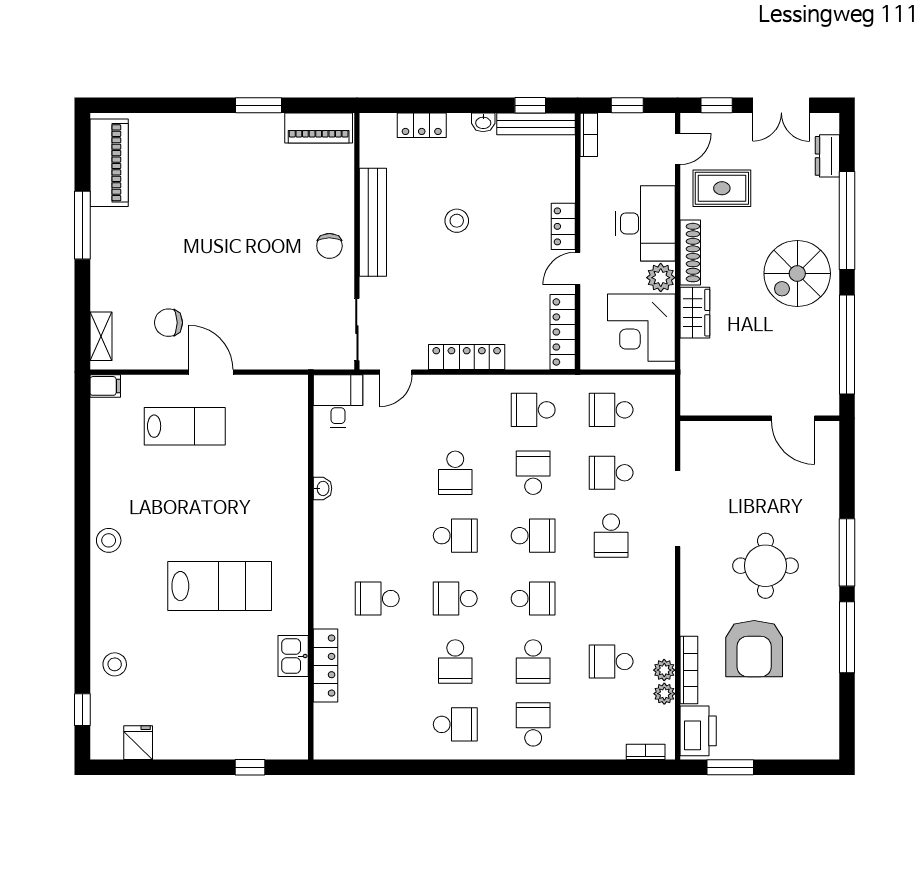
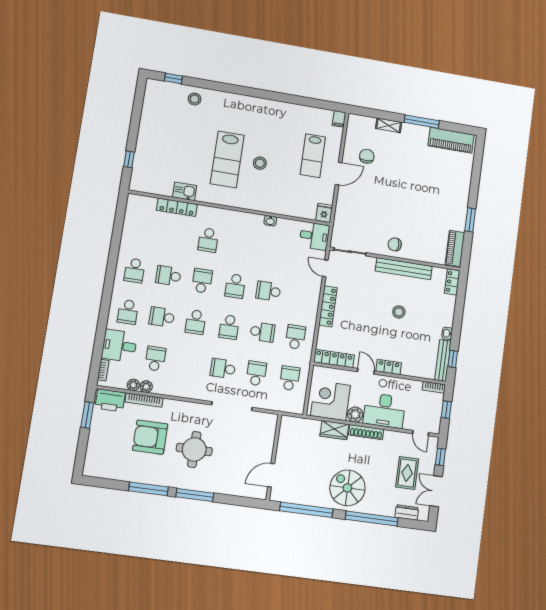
locker: (422, 125) -> (452, 282), moved
rug: (722, 188) -> (407, 473), moved
shelving: (101, 336) -> (389, 125), moved
stool: (109, 540) -> (260, 163), moved
school desk: (377, 599) -> (208, 240), turned 180
school desk: (533, 724) -> (128, 312), turned 90
desk: (597, 730) -> (119, 346), added
fridge: (138, 743) -> (324, 213), moved, turned -90

